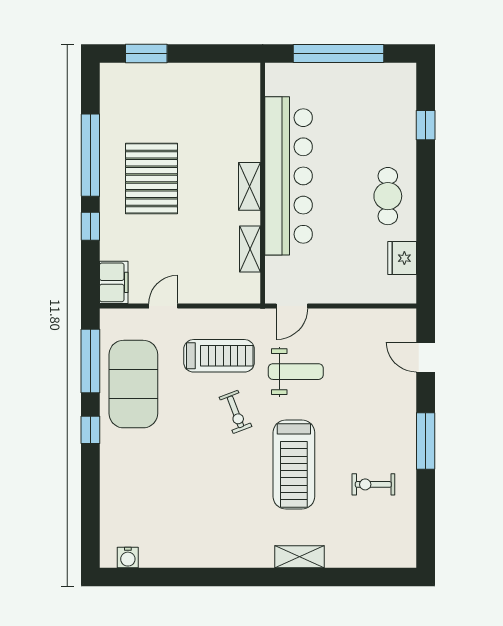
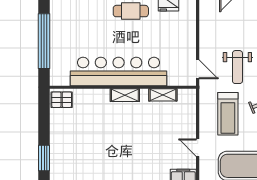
pallet: (152, 178) -> (62, 100), moved, width x0.49, depth x0.50
treadmill: (219, 356) -> (228, 114), turned 180
weight bench: (296, 372) -> (237, 67), turned 180

